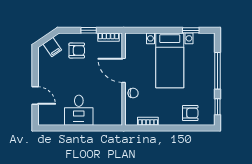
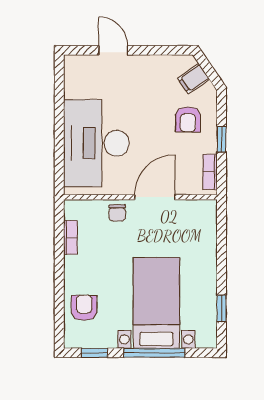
bed with nightstands: (170, 60) -> (156, 303), moved, turned 90
door: (35, 95) -> (113, 50), swing flipped
desk: (79, 110) -> (96, 143), width x1.87, depth x1.30
armchair: (190, 113) -> (84, 308), turned 180

